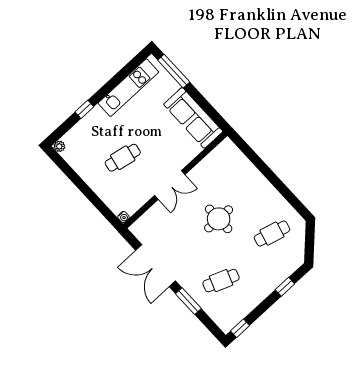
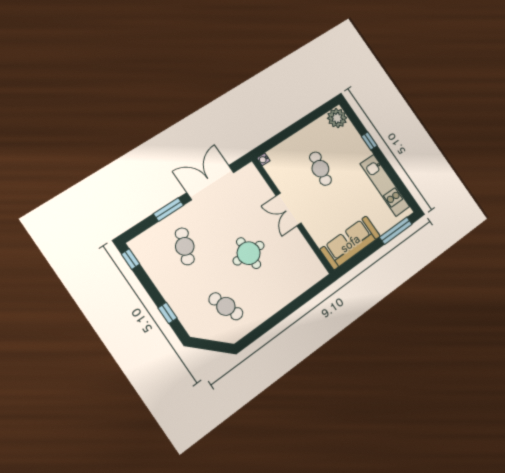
plant: (59, 146) -> (337, 118), width x1.88, depth x1.88
cafe table: (272, 234) -> (226, 306), turned -36

